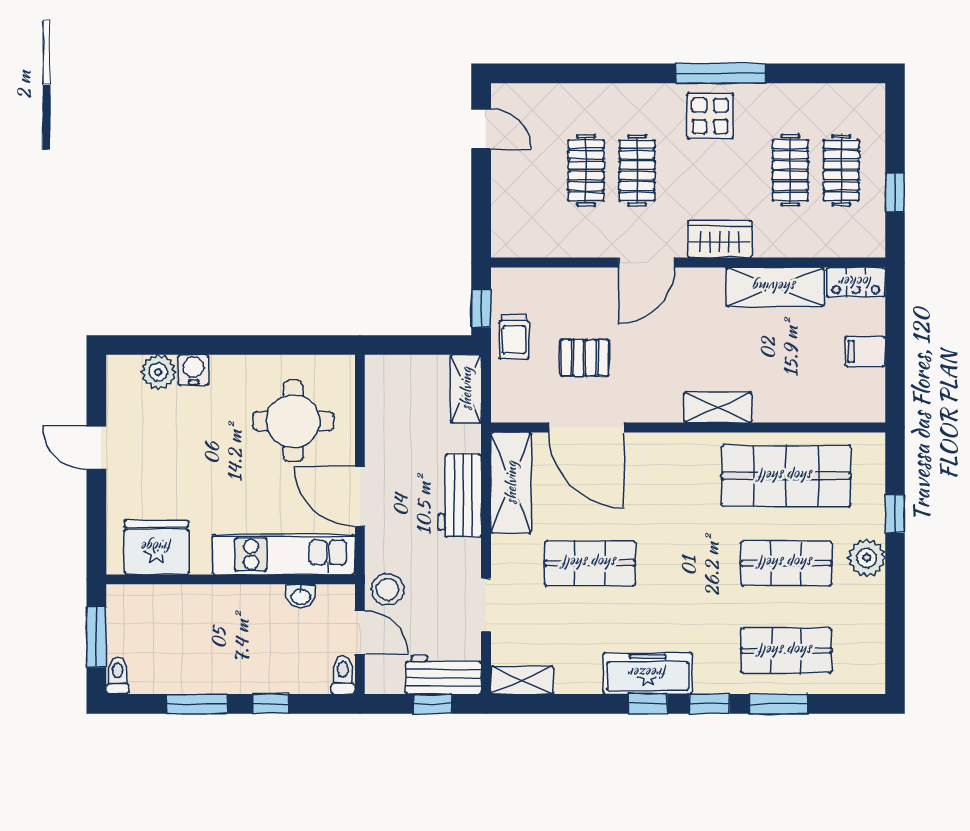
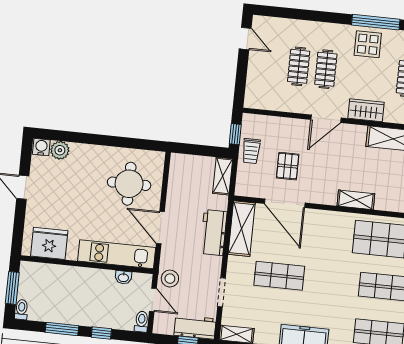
pallet: (585, 358) -> (288, 166), turned 90
water cooler: (193, 370) -> (41, 147), moved

